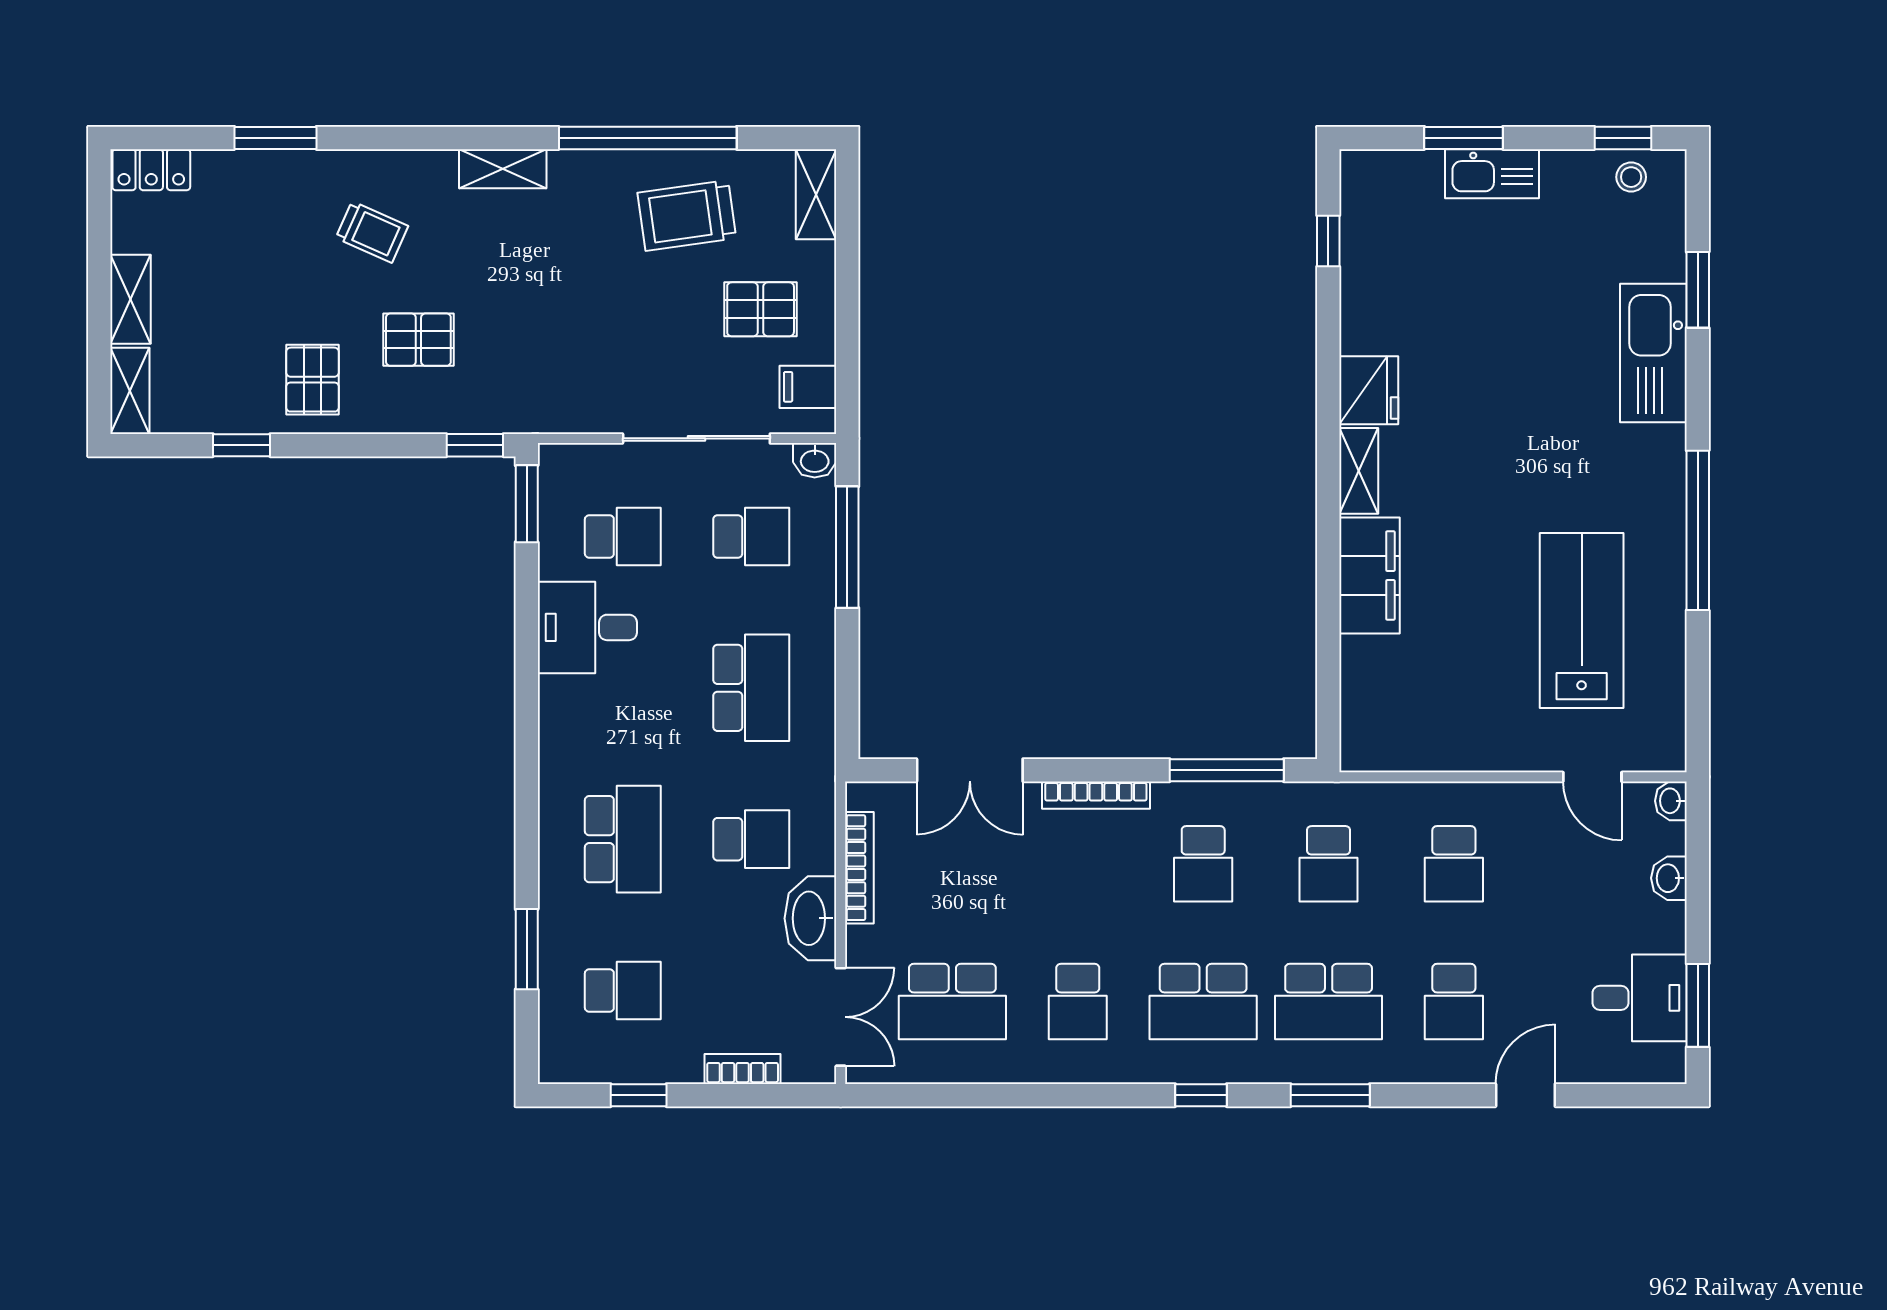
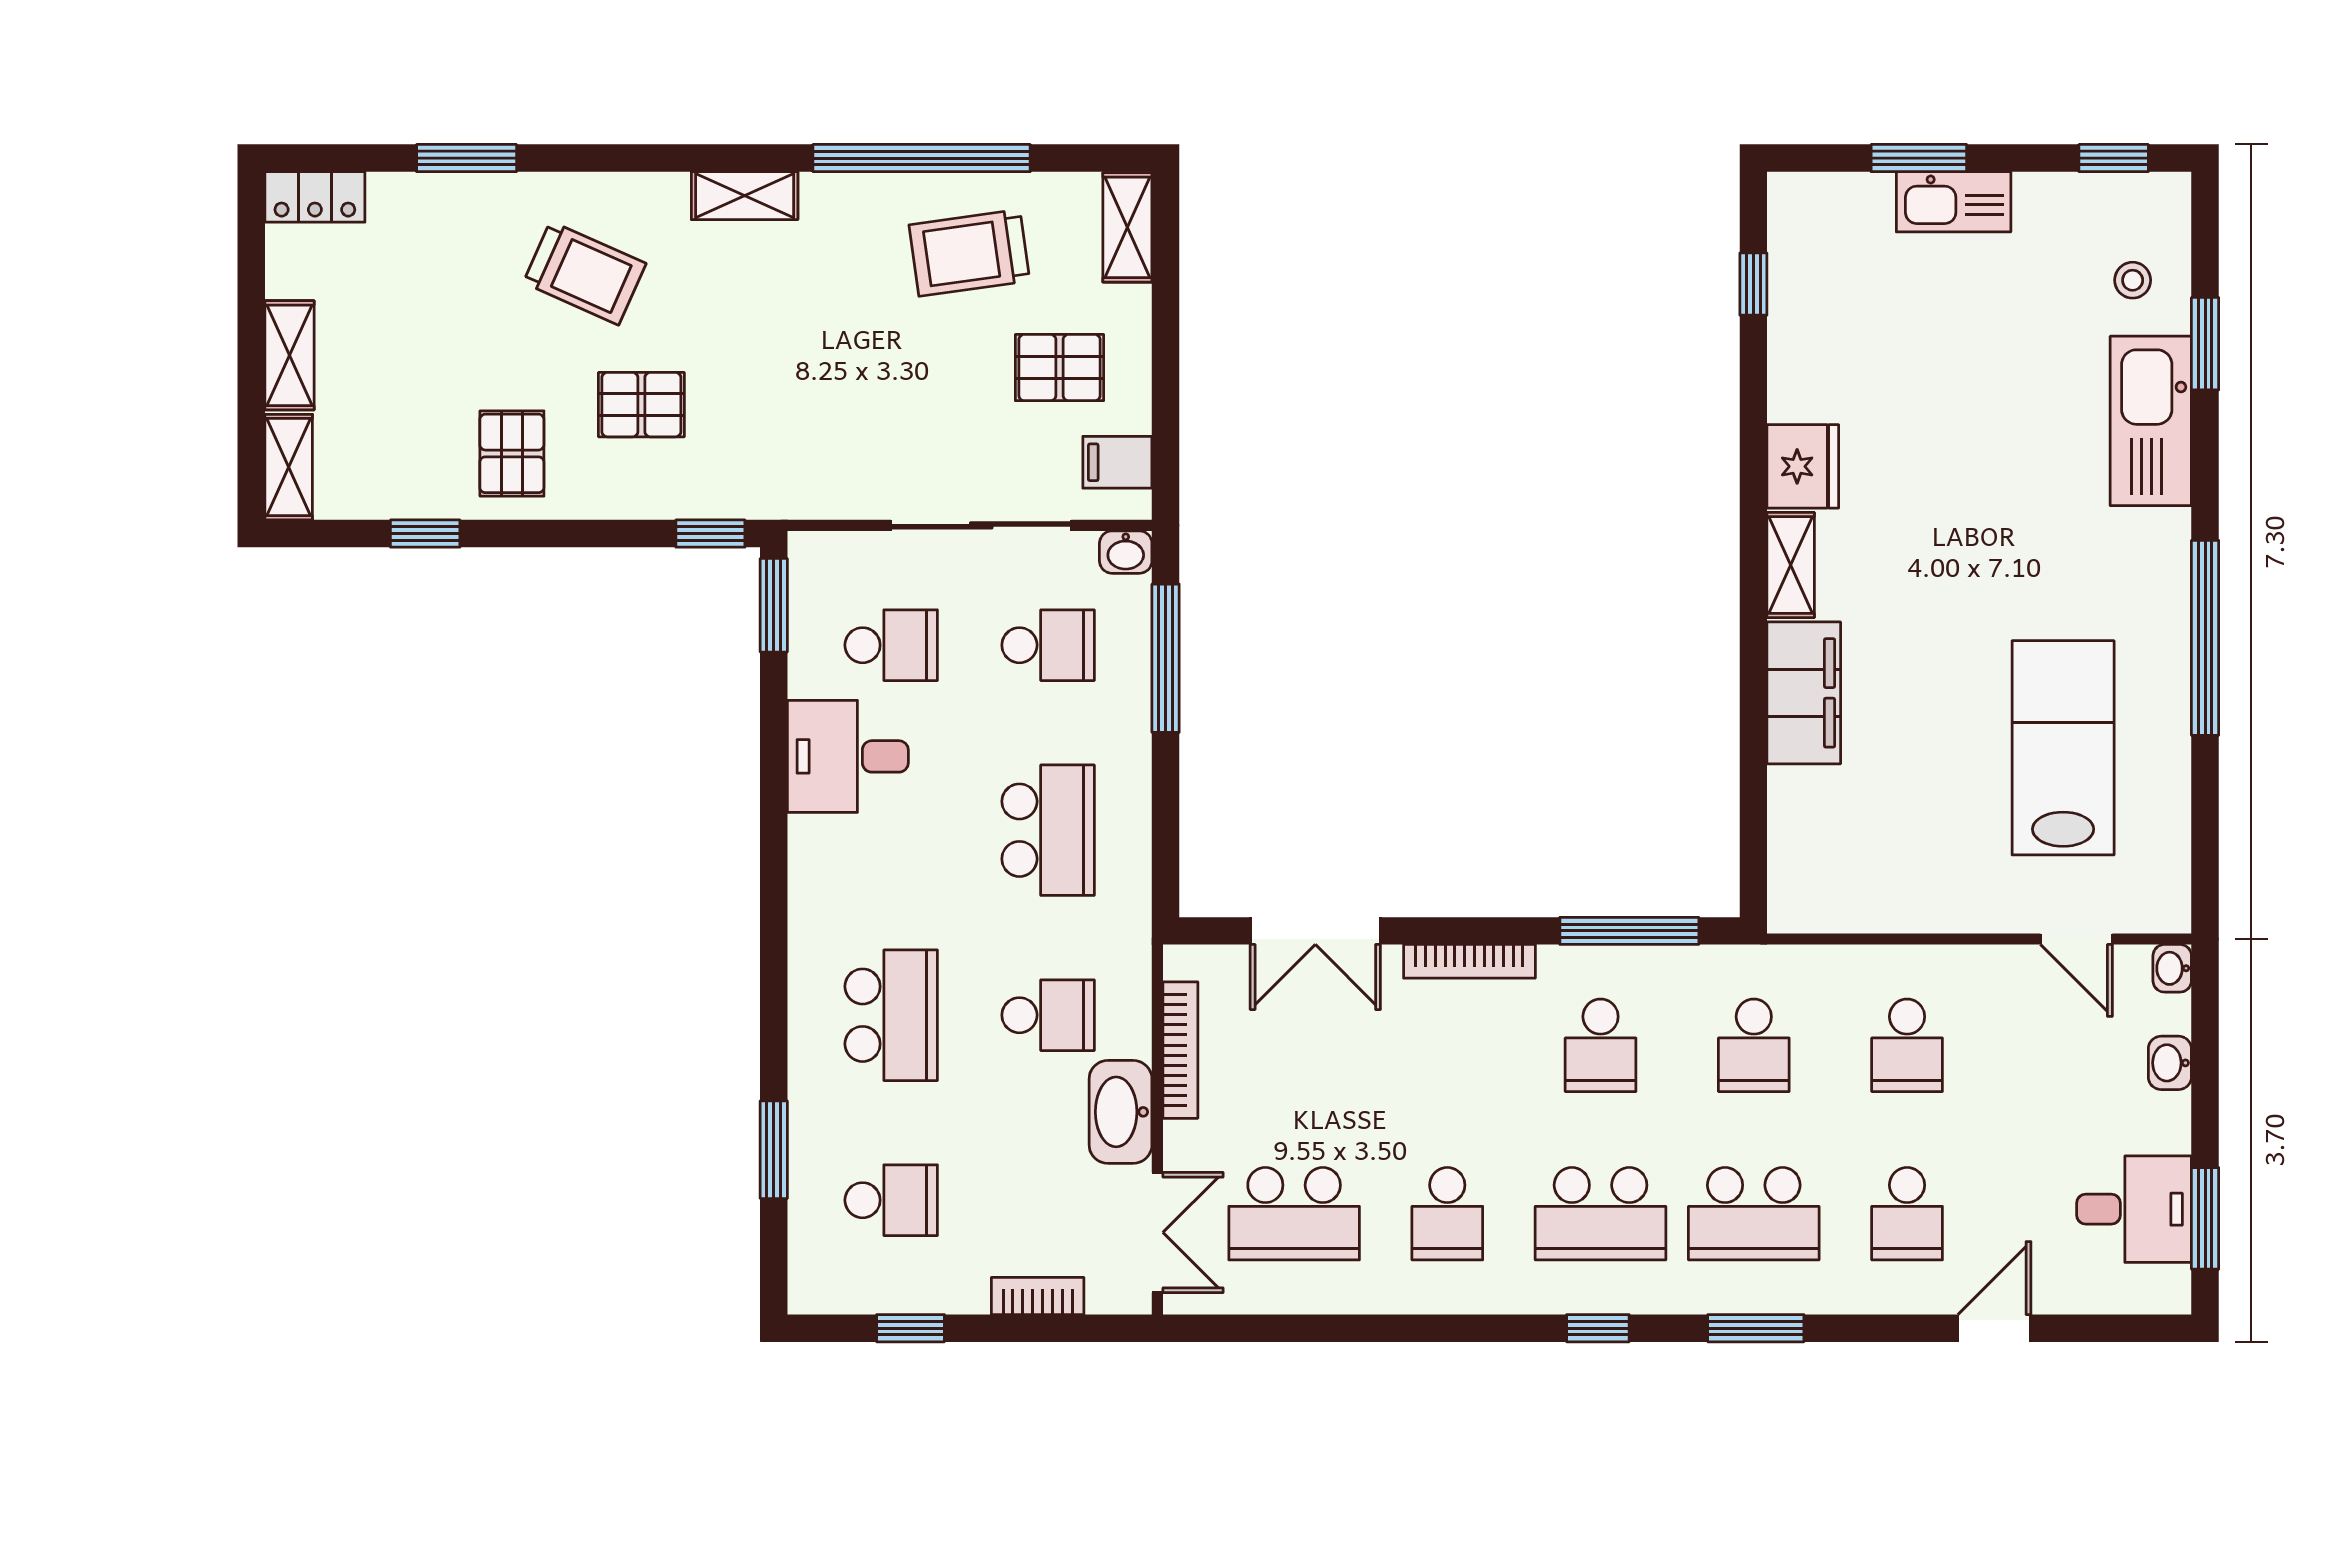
stool: (1631, 177) -> (2133, 280), moved
trolley: (372, 232) -> (585, 273), width x1.36, depth x1.39

